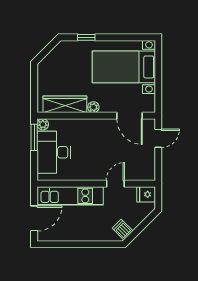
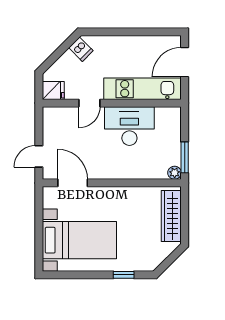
wardrobe: (65, 104) -> (171, 216), moved, turned 90
plant: (93, 107) -> (115, 193), removed
desk: (54, 152) -> (129, 126), moved, turned -90

